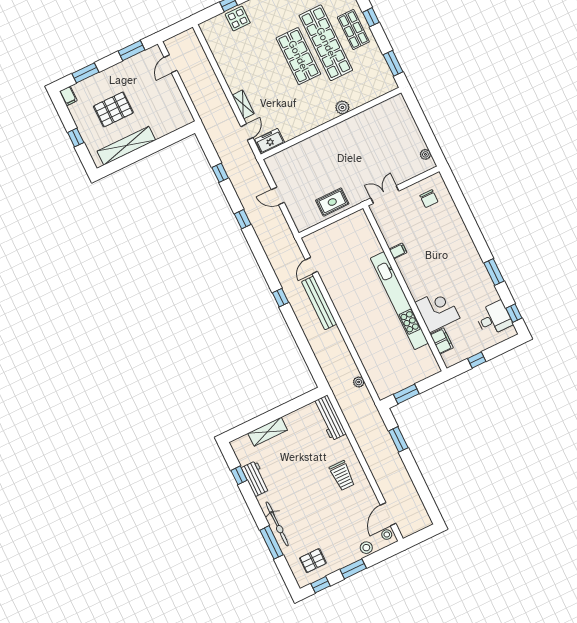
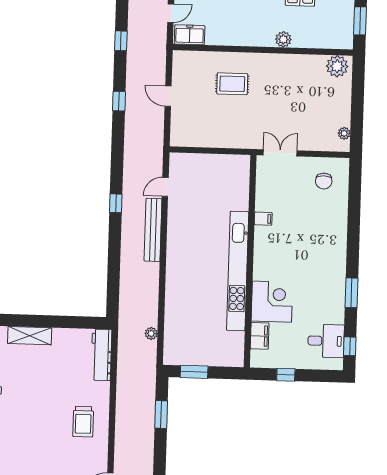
plant: (394, 107) -> (337, 66), added
rug: (332, 202) -> (232, 84), moved

